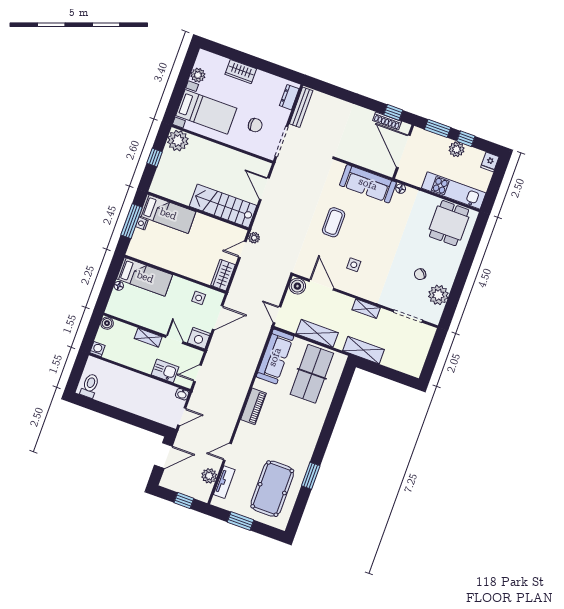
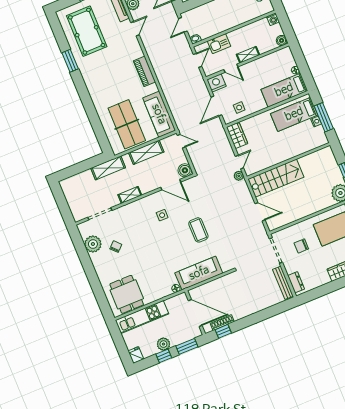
bed: (168, 214) -> (294, 114), moved

